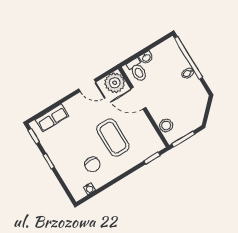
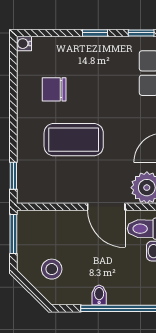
door: (138, 98) -> (106, 207), swing flipped
stool: (166, 126) -> (52, 269), moved
water cooler: (89, 189) -> (24, 44), moved

